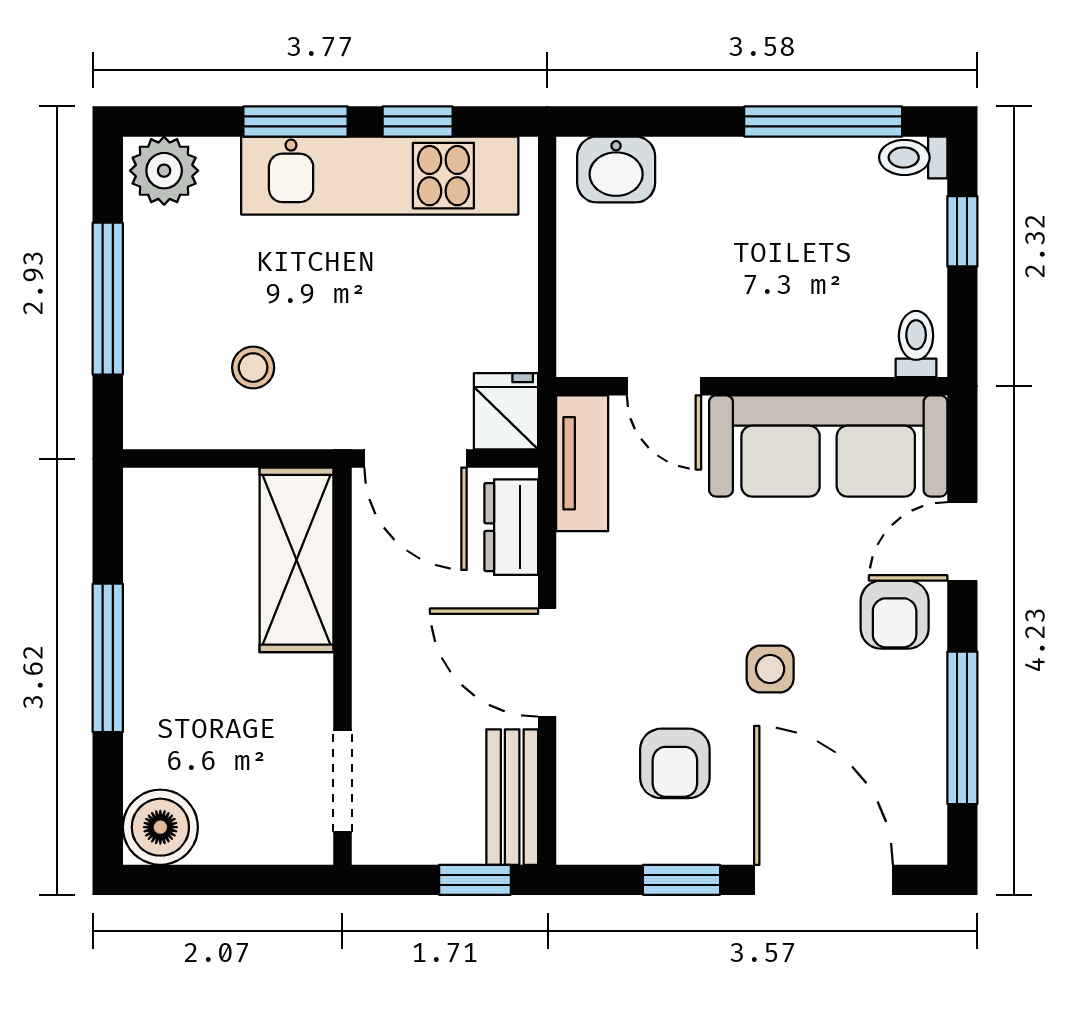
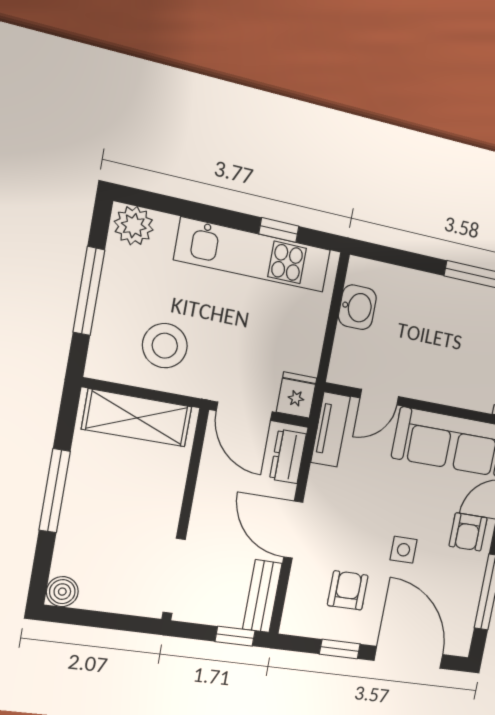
window: (295, 121) -> (212, 215), removed
washbasin: (616, 169) -> (357, 307), moved, turned -90
stool: (253, 368) -> (165, 346), width x1.89, depth x1.89
door: (664, 386) -> (379, 397), hinge flipped
shelving: (297, 560) -> (137, 418), moved, turned 90
armchair: (675, 763) -> (348, 590), turned 180
doorway: (342, 781) -> (174, 576), width x1.38
boiler: (160, 827) -> (62, 592), width x0.73, depth x0.73

